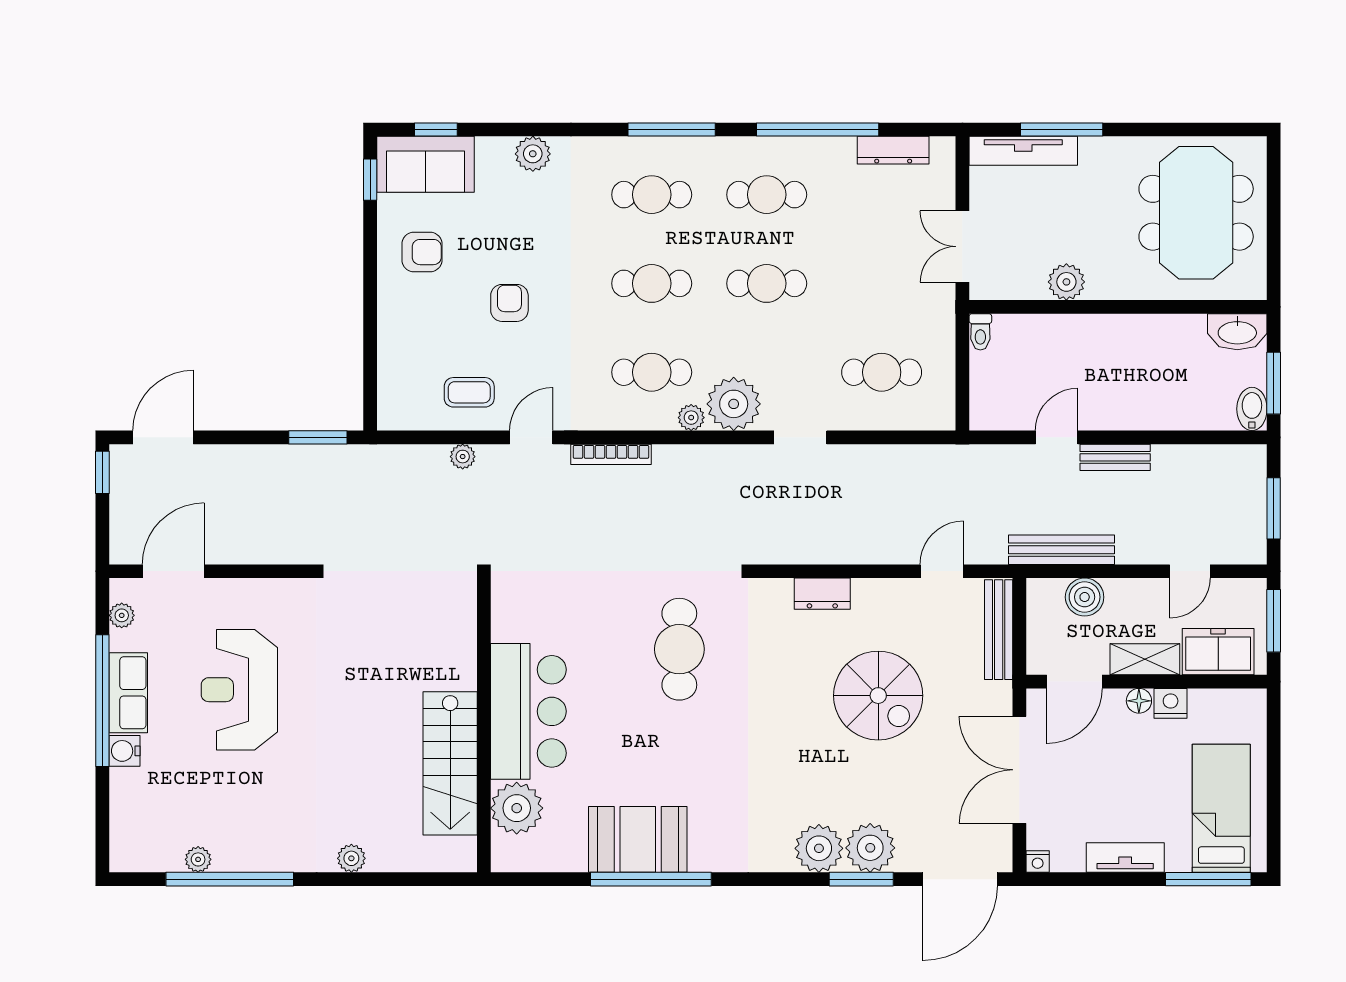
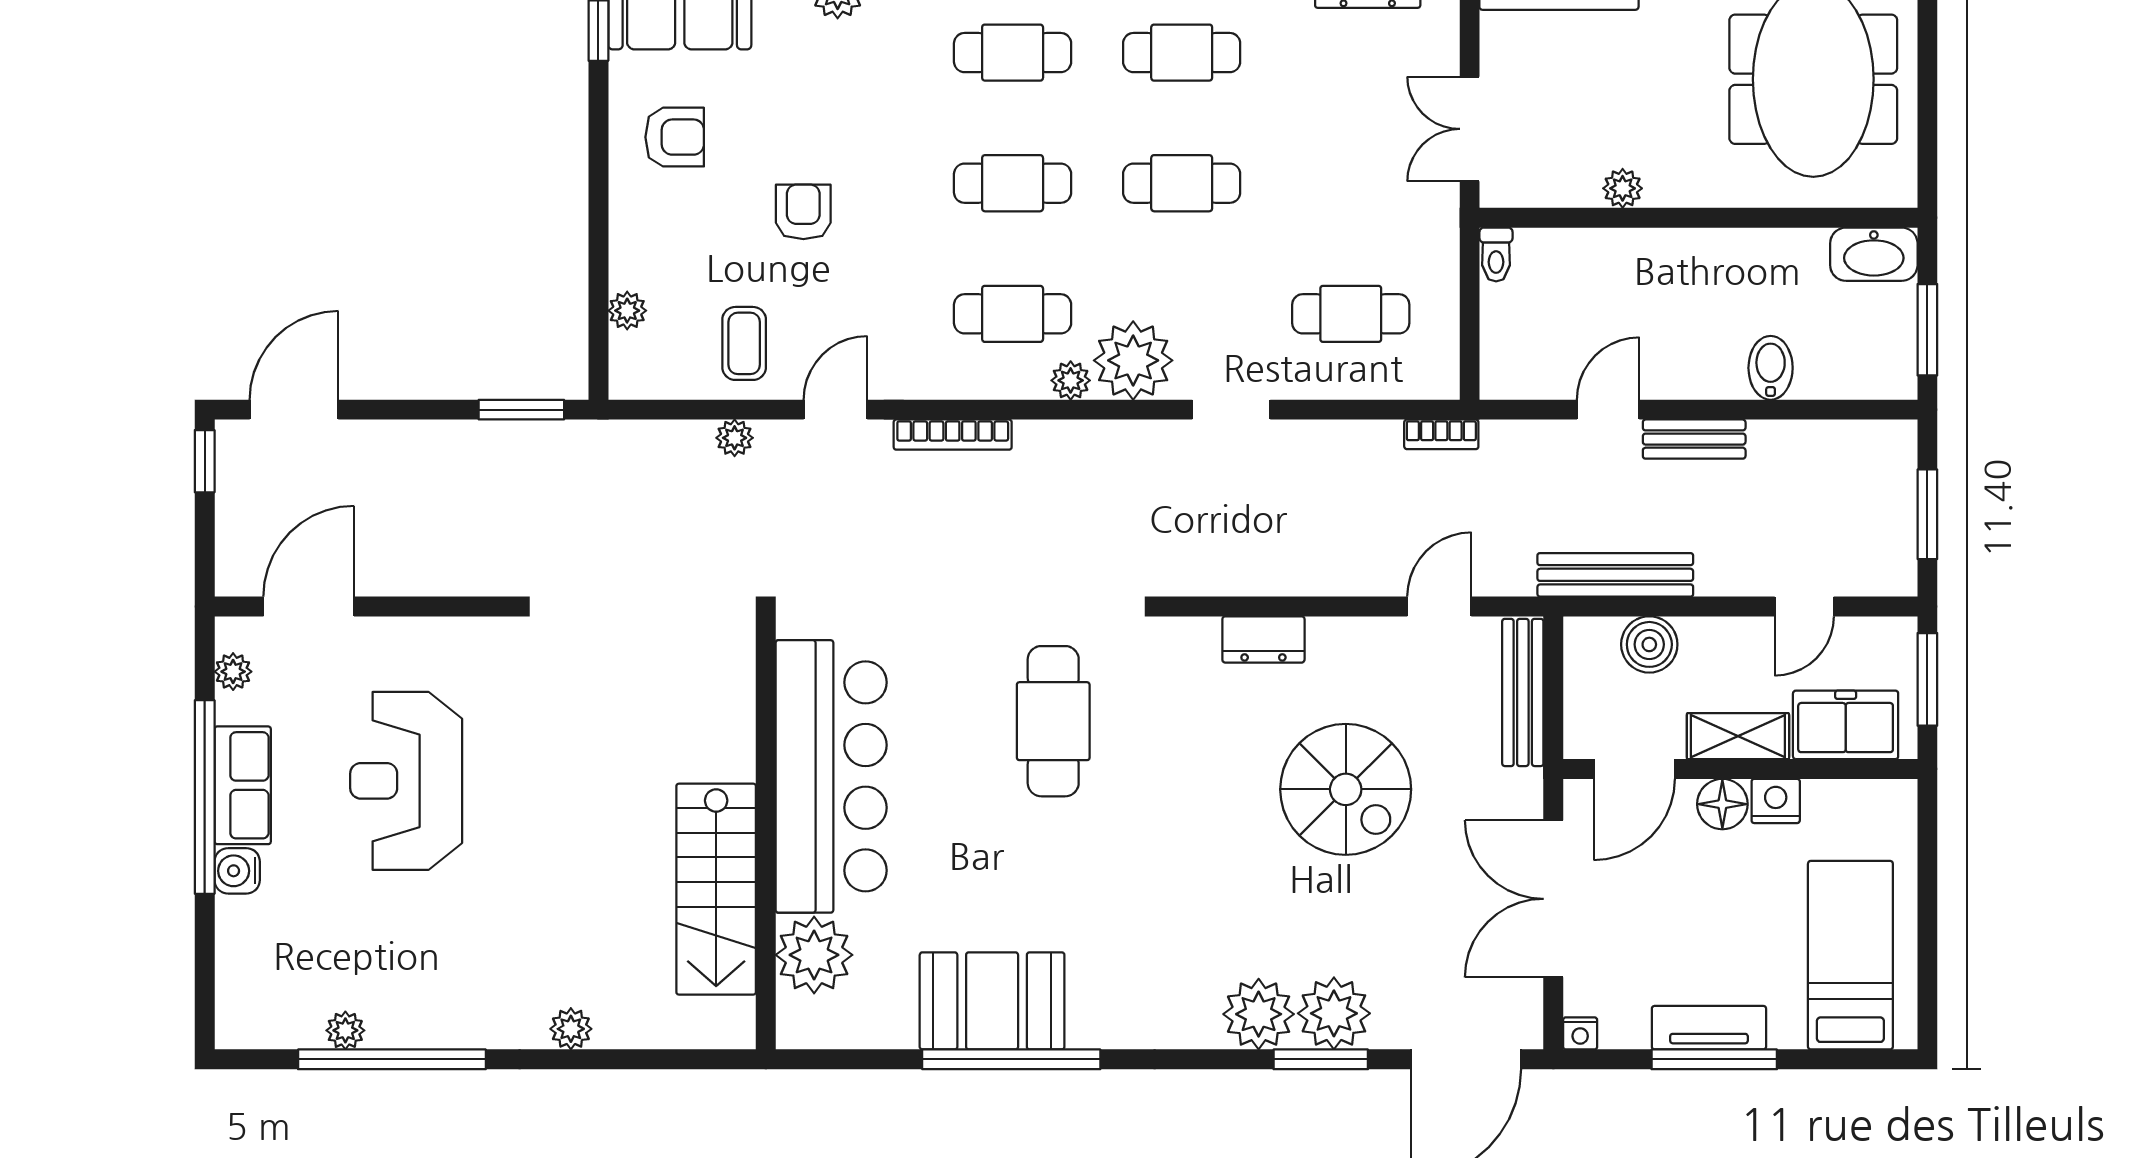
plant: (1066, 282) -> (1623, 188), width x0.73, depth x0.73
plant: (390, 370) -> (627, 311), added
coffee table: (469, 392) -> (744, 343), turned 90
bidet: (1252, 409) -> (1771, 368), moved
bookcase: (943, 454) -> (1441, 434), added
floor lamp: (1139, 701) -> (1722, 804), width x1.37, depth x1.37
bar counter: (528, 711) -> (831, 776), width x1.36
window: (1208, 879) -> (1714, 1059), moved

